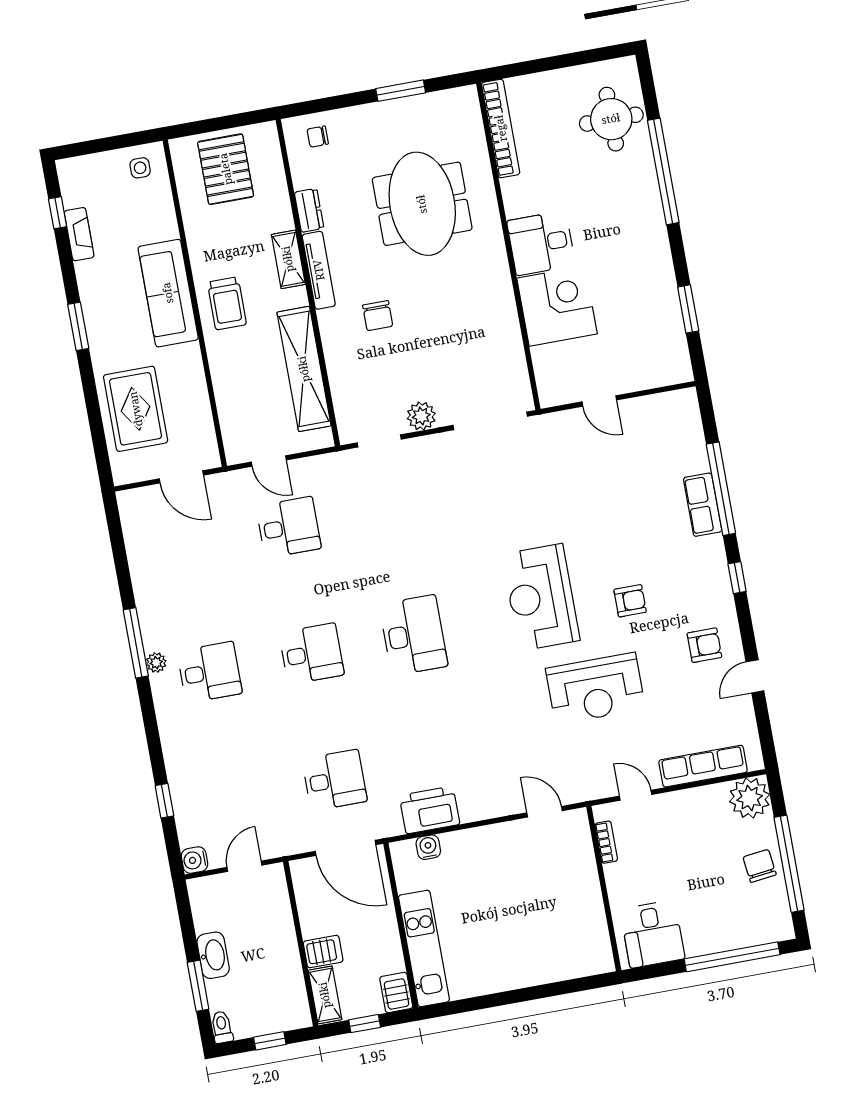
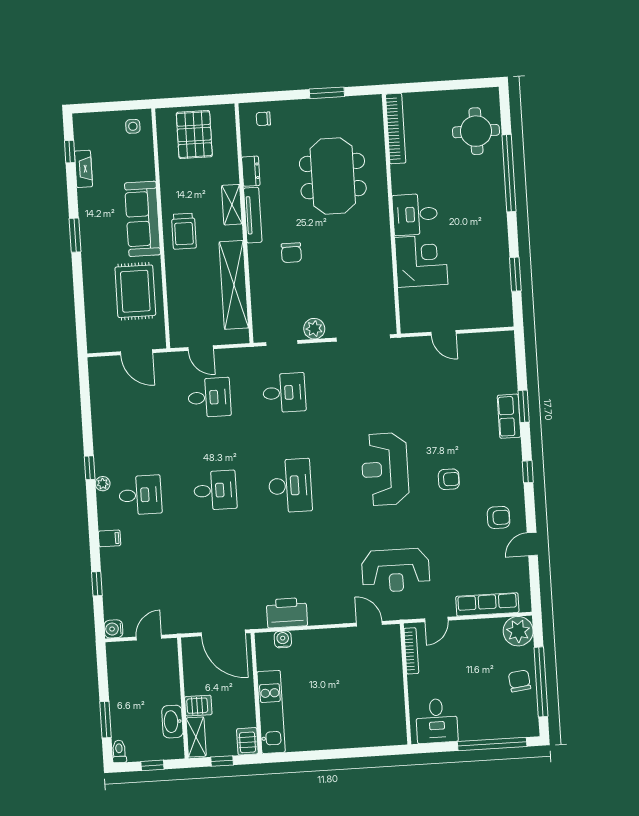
rug: (136, 409) -> (135, 291), moved
window: (721, 489) -> (524, 406), width x0.47
window: (136, 643) -> (90, 468), width x0.46
reception desk: (595, 689) -> (396, 570), moved
filing cabinet: (174, 737) -> (110, 538), added
desk: (335, 780) -> (284, 393), moved
door: (636, 795) -> (436, 620), swing flipped
bookcase: (606, 842) -> (411, 651), width x1.56
washbasin: (213, 955) -> (172, 722), moved, turned 180

